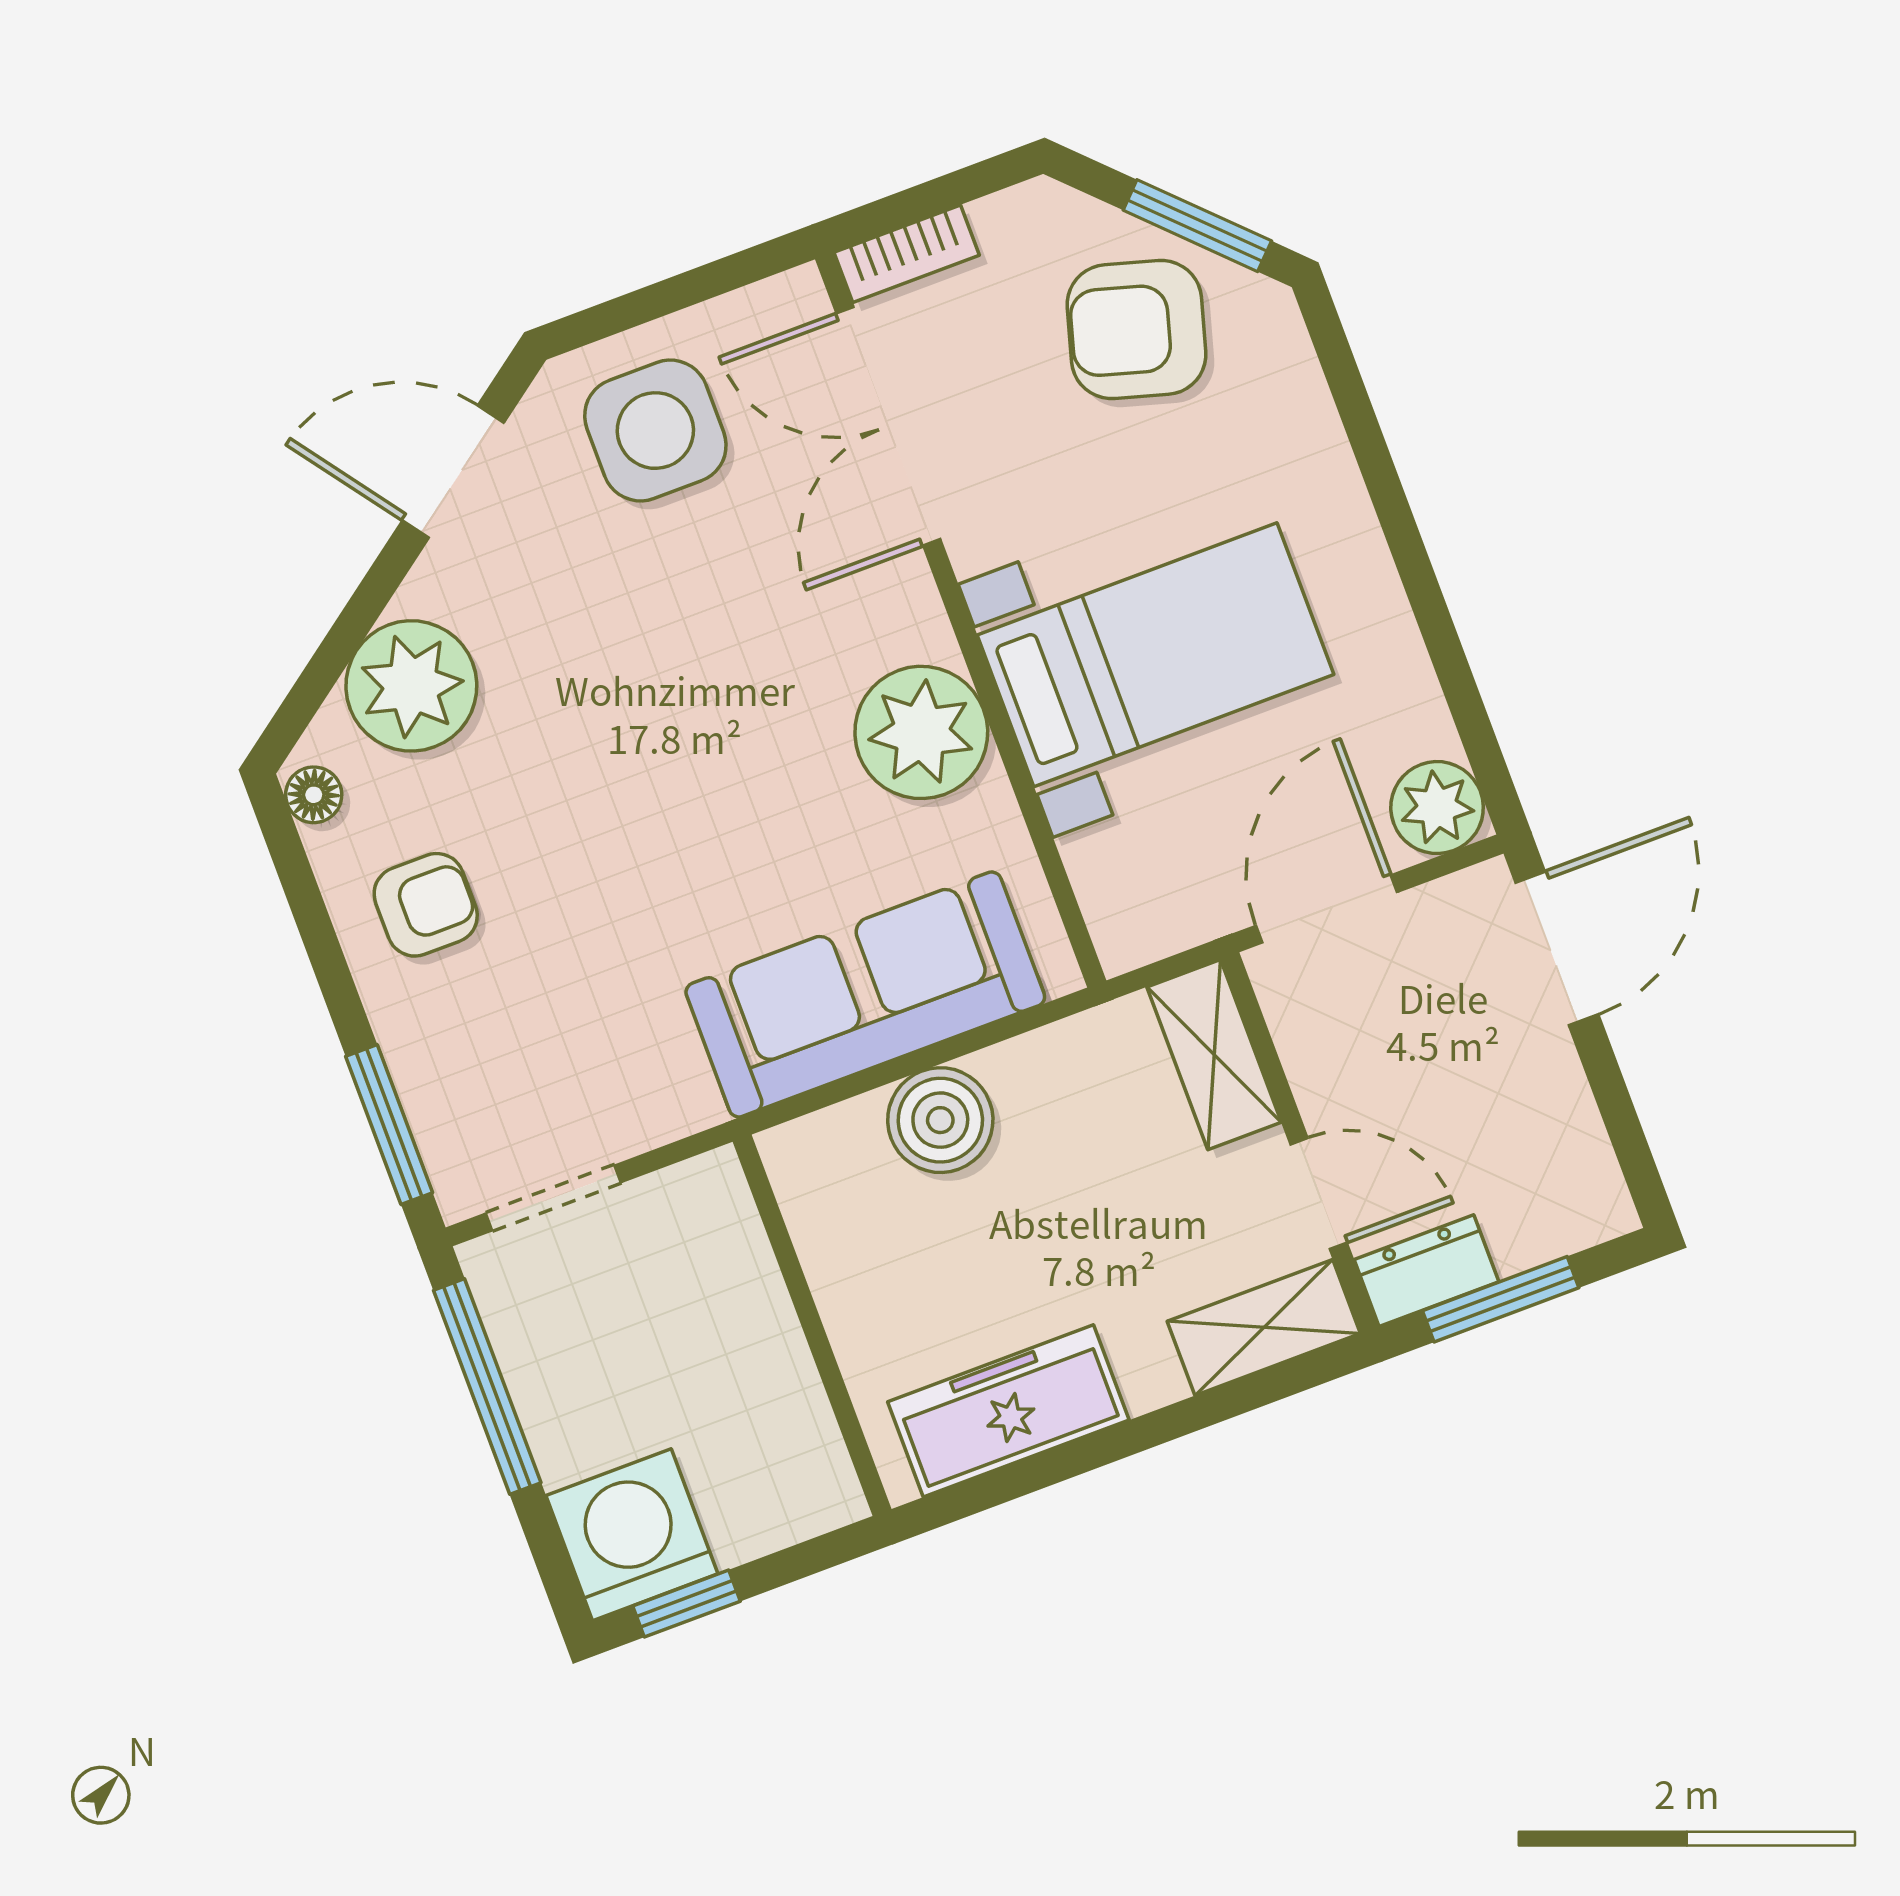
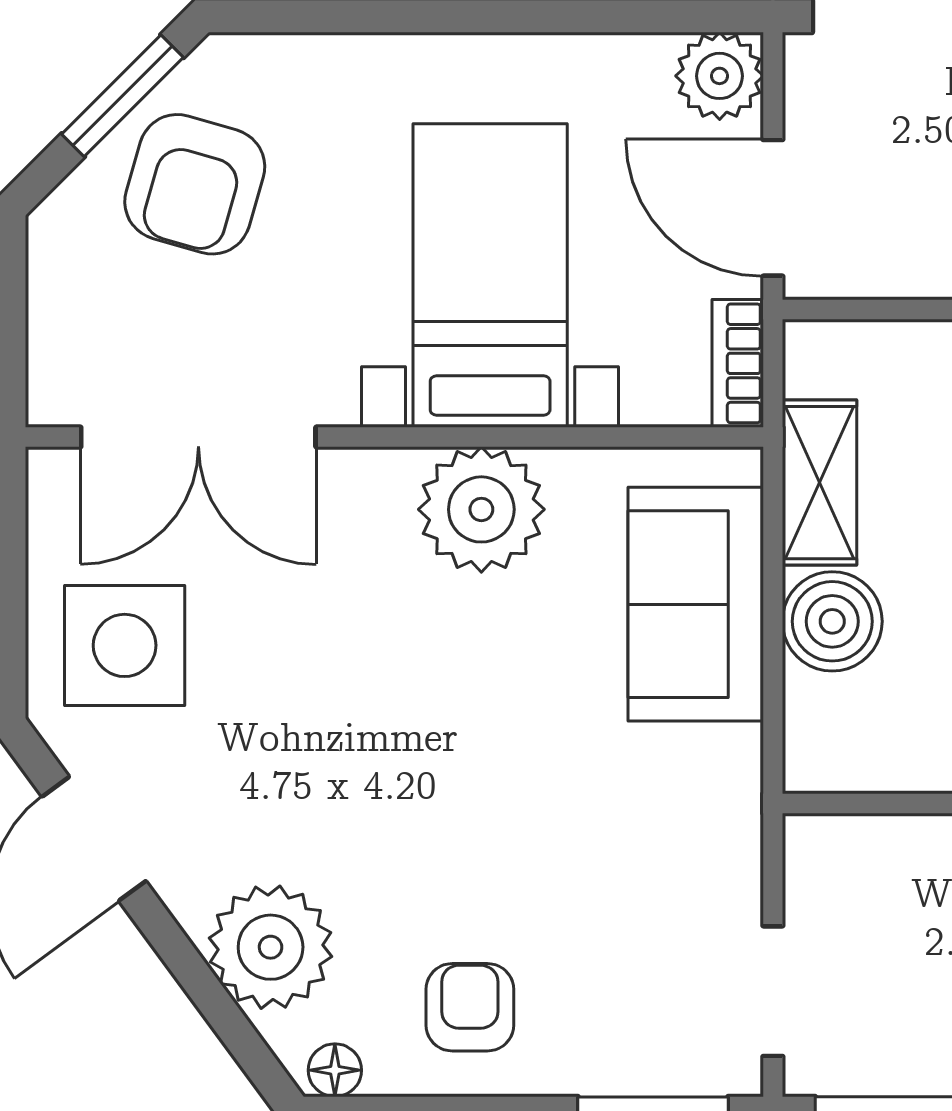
bookcase: (907, 254) -> (738, 363), moved, turned 180
sofa: (865, 994) -> (696, 604), width x0.73
shelving: (1214, 1055) -> (820, 483), moved, turned 90

